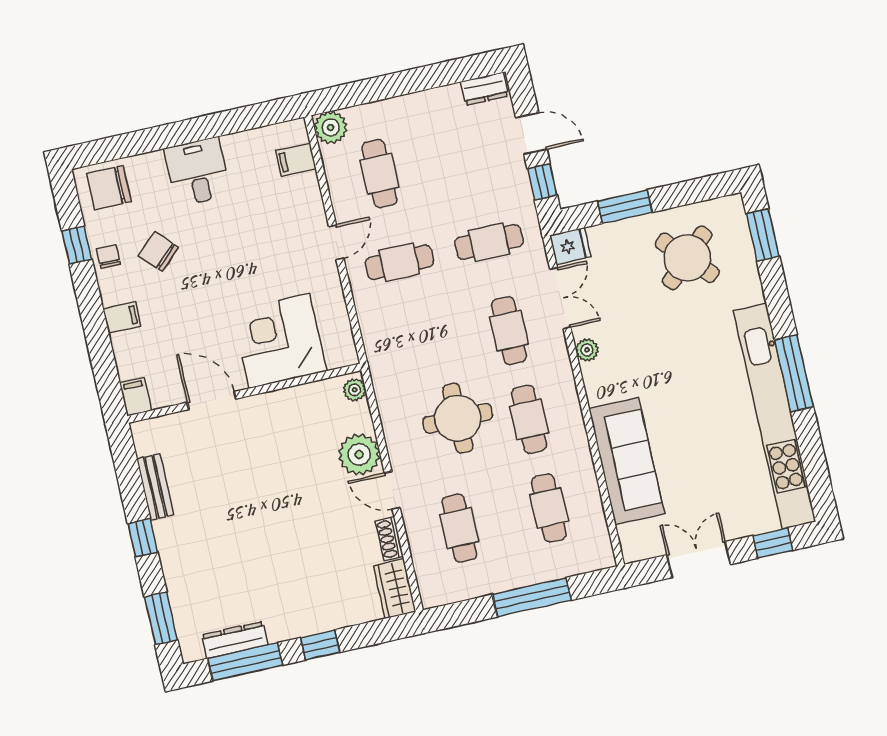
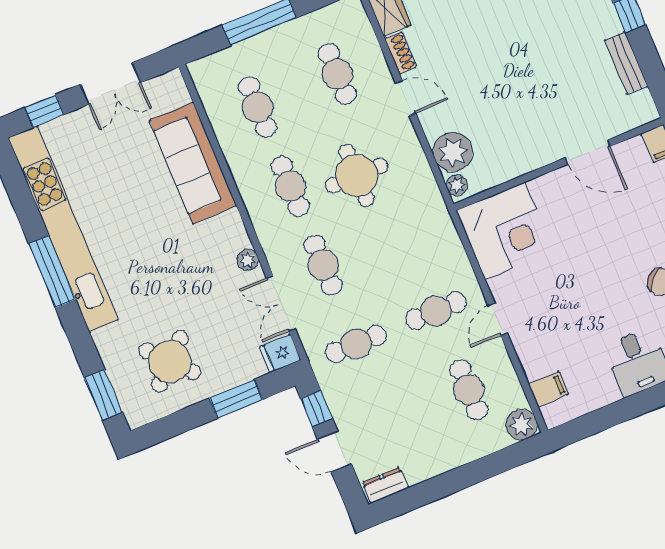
corner desk: (279, 341) -> (505, 231), moved
plant: (359, 454) -> (453, 152), moved

